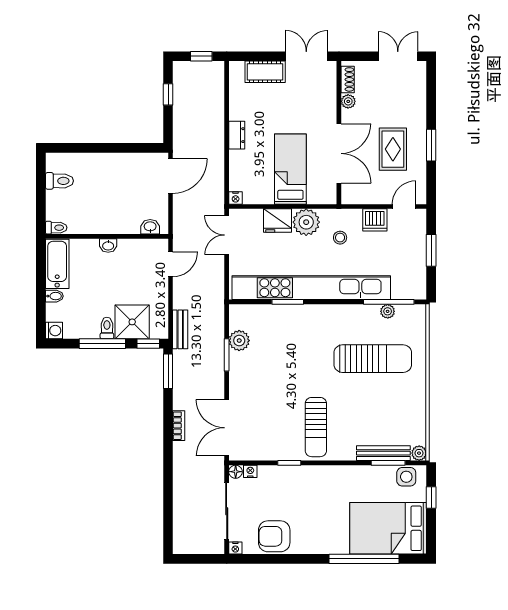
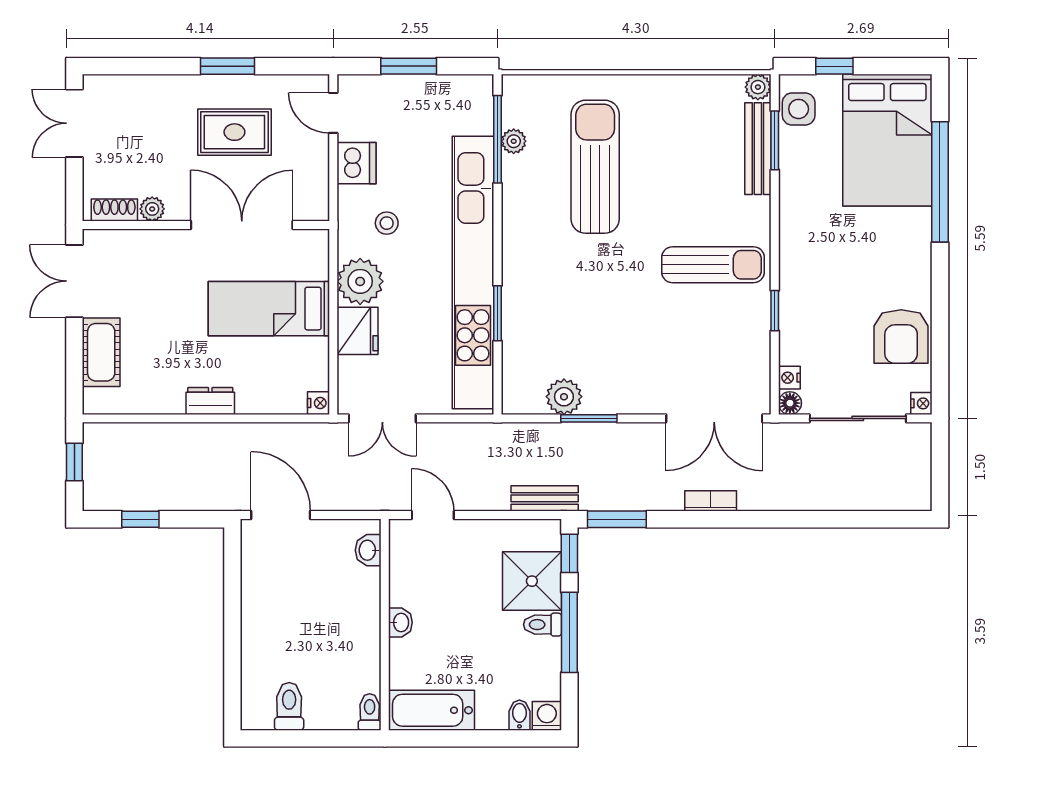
bidet: (54, 296) -> (519, 715), moved

